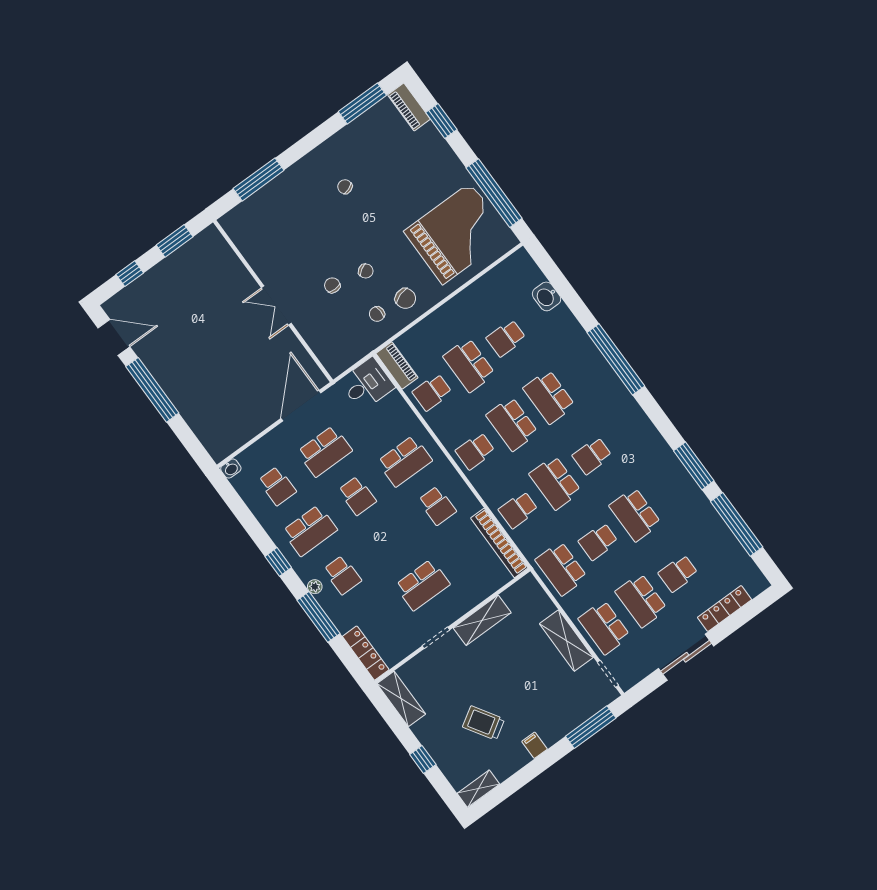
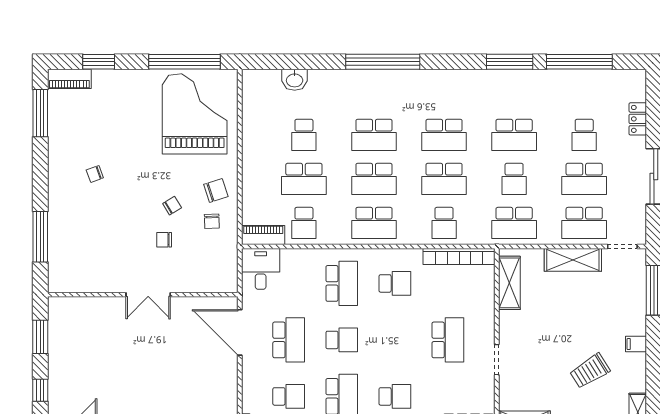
school desk: (475, 451) -> (374, 223), width x1.85
school desk: (592, 456) -> (444, 135), width x1.85
locker: (724, 608) -> (638, 119), width x0.66
shelving: (482, 620) -> (509, 283), moved

